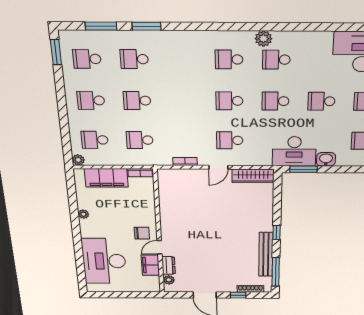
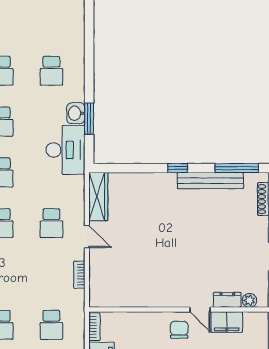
window: (303, 169) -> (89, 119), moved

